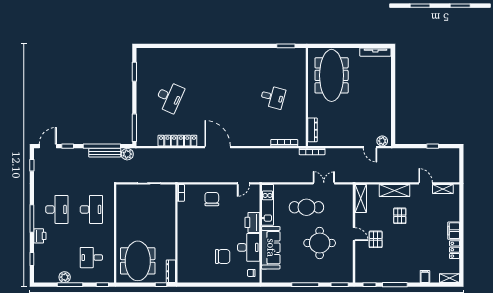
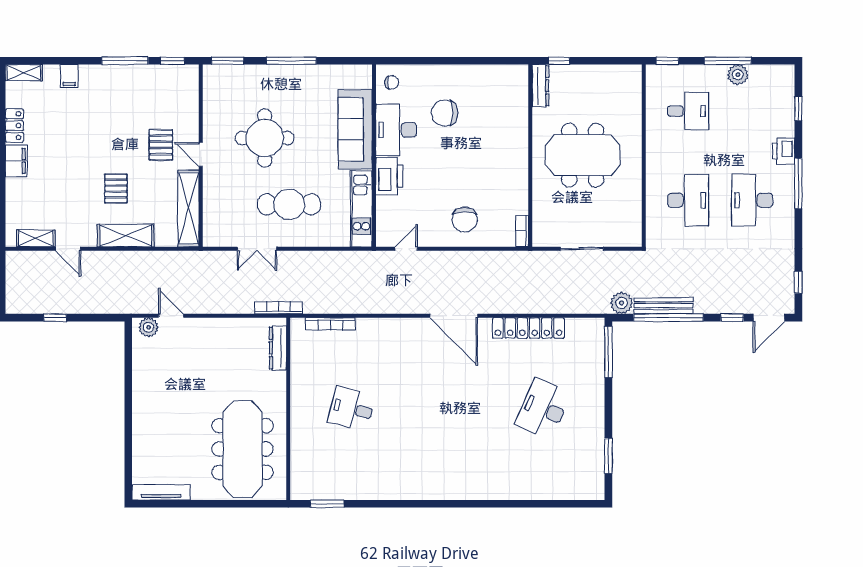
shelving: (361, 198) -> (189, 208), width x1.47
desk: (91, 209) -> (688, 200), turned 180
meeting table: (138, 261) -> (583, 155), moved, turned 90

